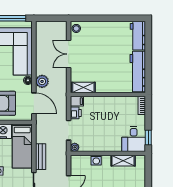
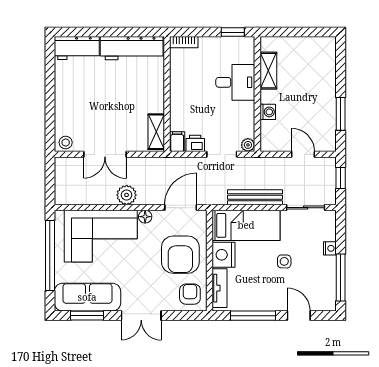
plant: (42, 81) -> (127, 195), moved
desk: (134, 139) -> (235, 82), moved
bench: (41, 157) -> (255, 197), width x1.36

